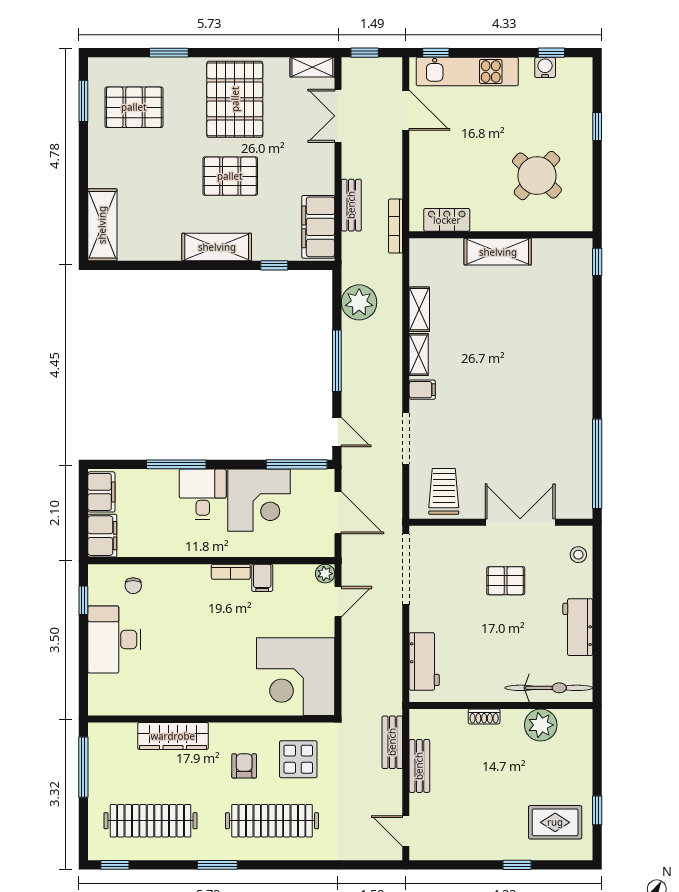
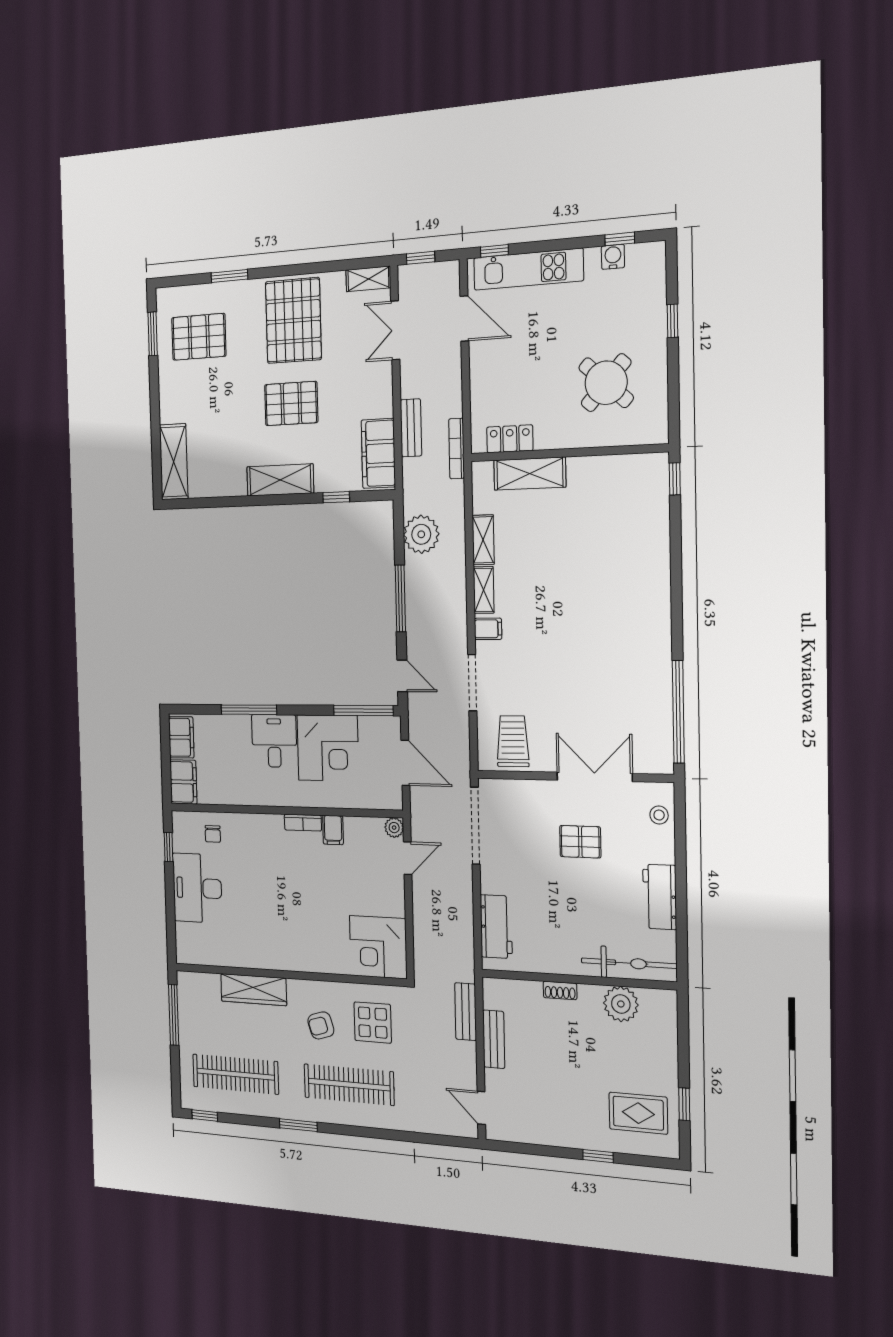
shelving: (498, 252) -> (530, 474), moved
corner desk: (296, 677) -> (378, 947), width x0.74, depth x0.74
armchair: (244, 766) -> (321, 1025), turned -107

